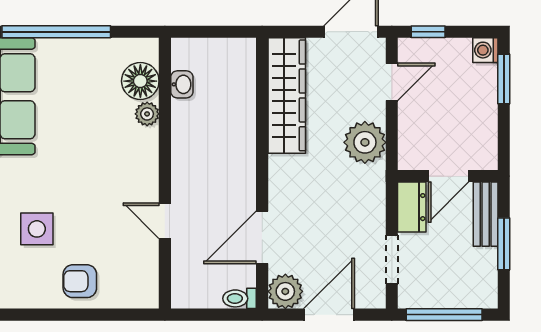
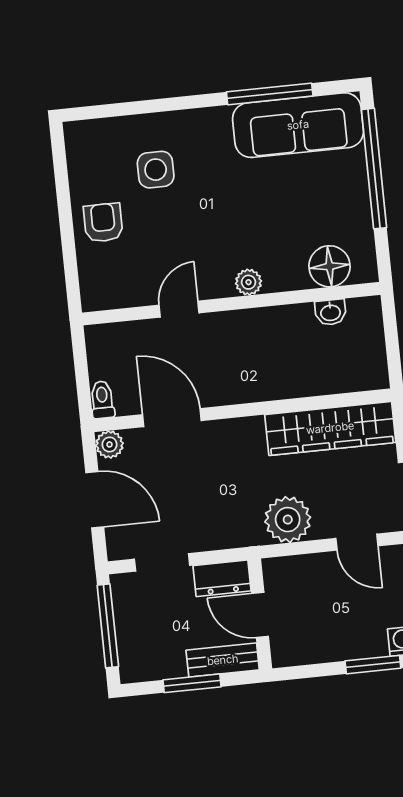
plant: (147, 114) -> (248, 282), moved
plant: (285, 291) -> (109, 444), width x0.73, depth x0.73

